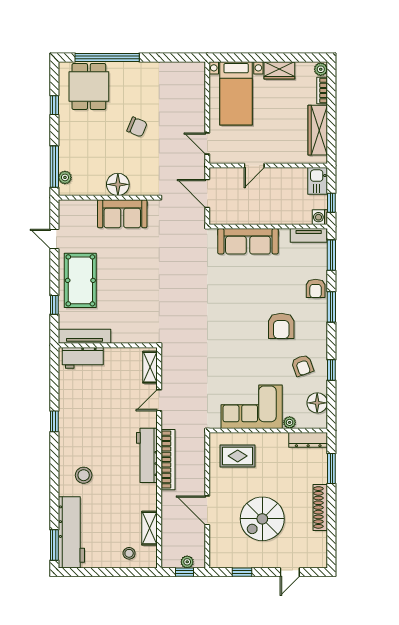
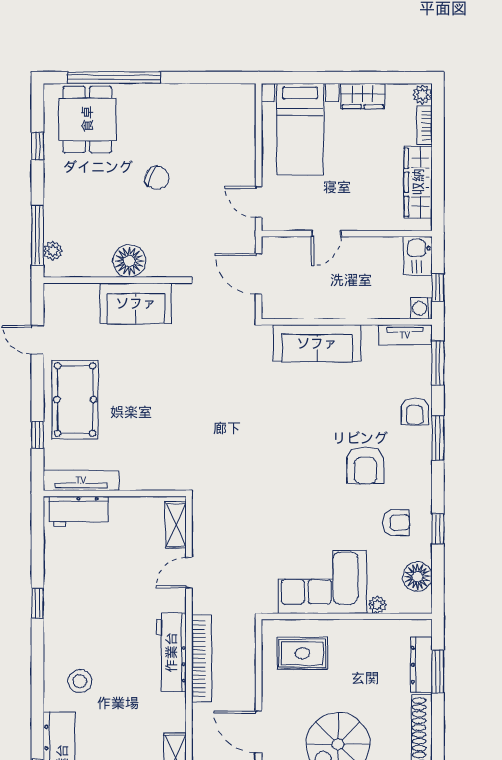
armchair: (302, 365) -> (396, 523), turned -72
dresser: (308, 440) -> (421, 665), moved, turned 90

